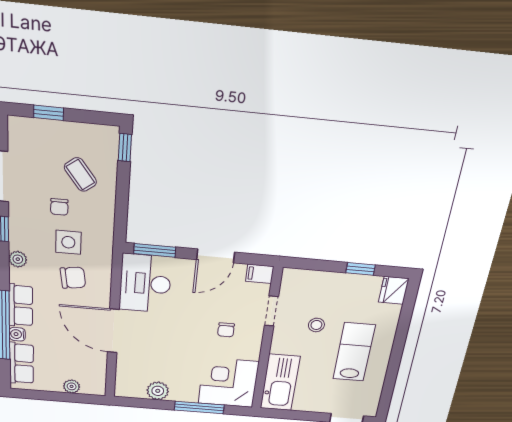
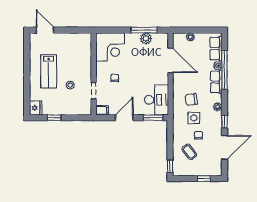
door: (113, 331) -> (171, 60), moved
kitchen sink: (280, 383) -> (83, 50), removed
window: (199, 408) -> (144, 30), moved

